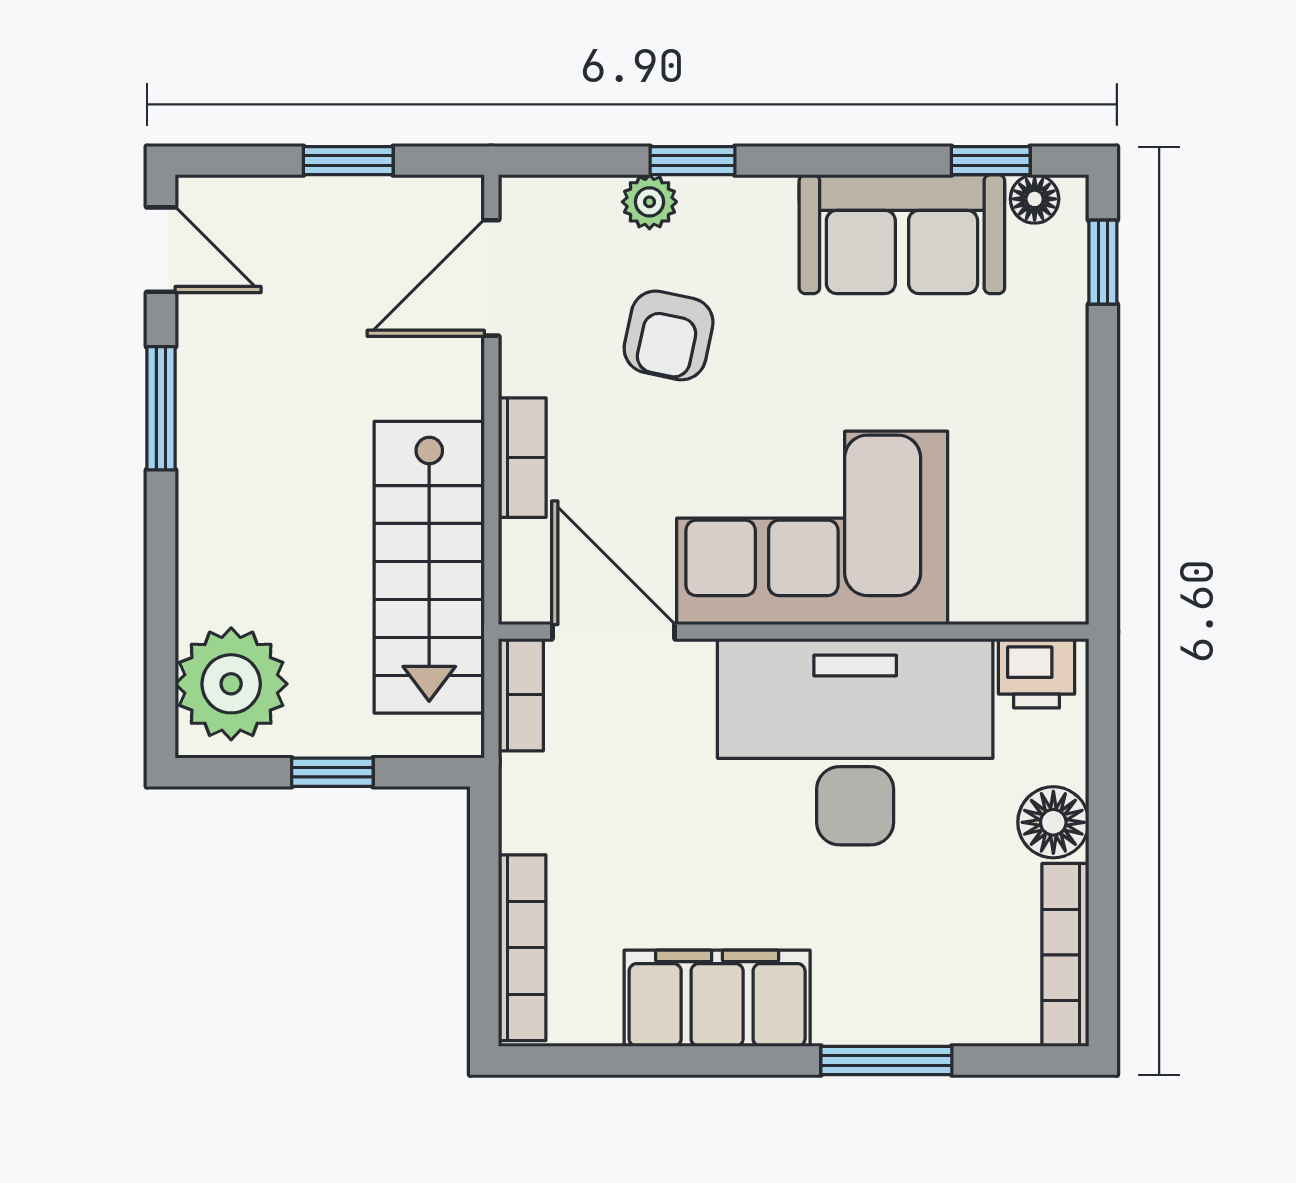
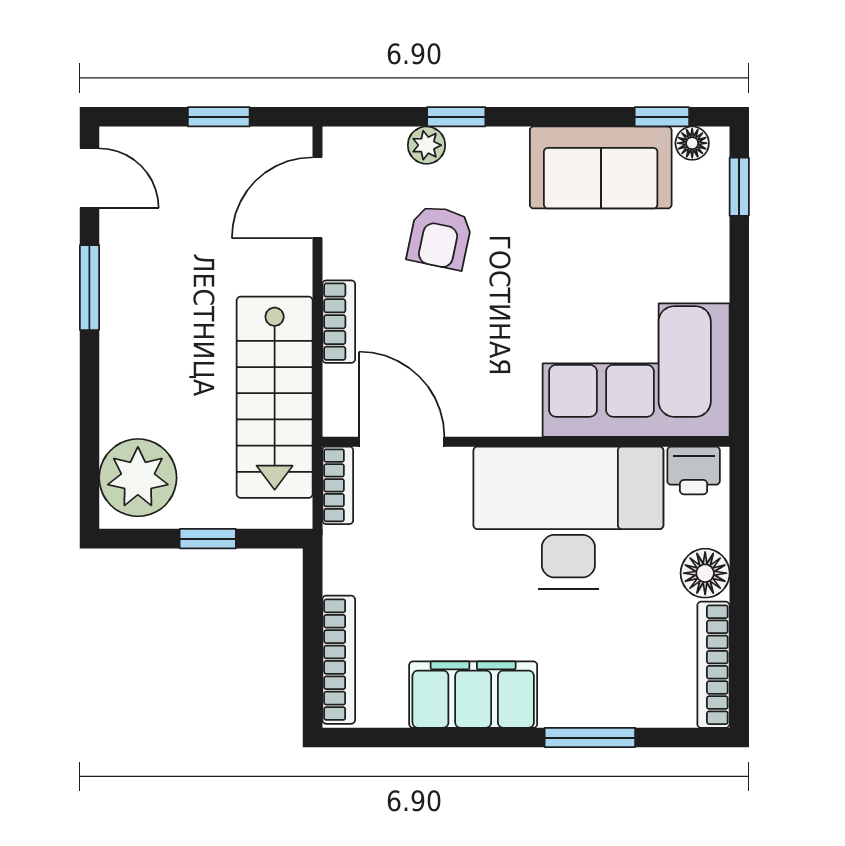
corner sofa: (812, 528) -> (636, 370), moved

